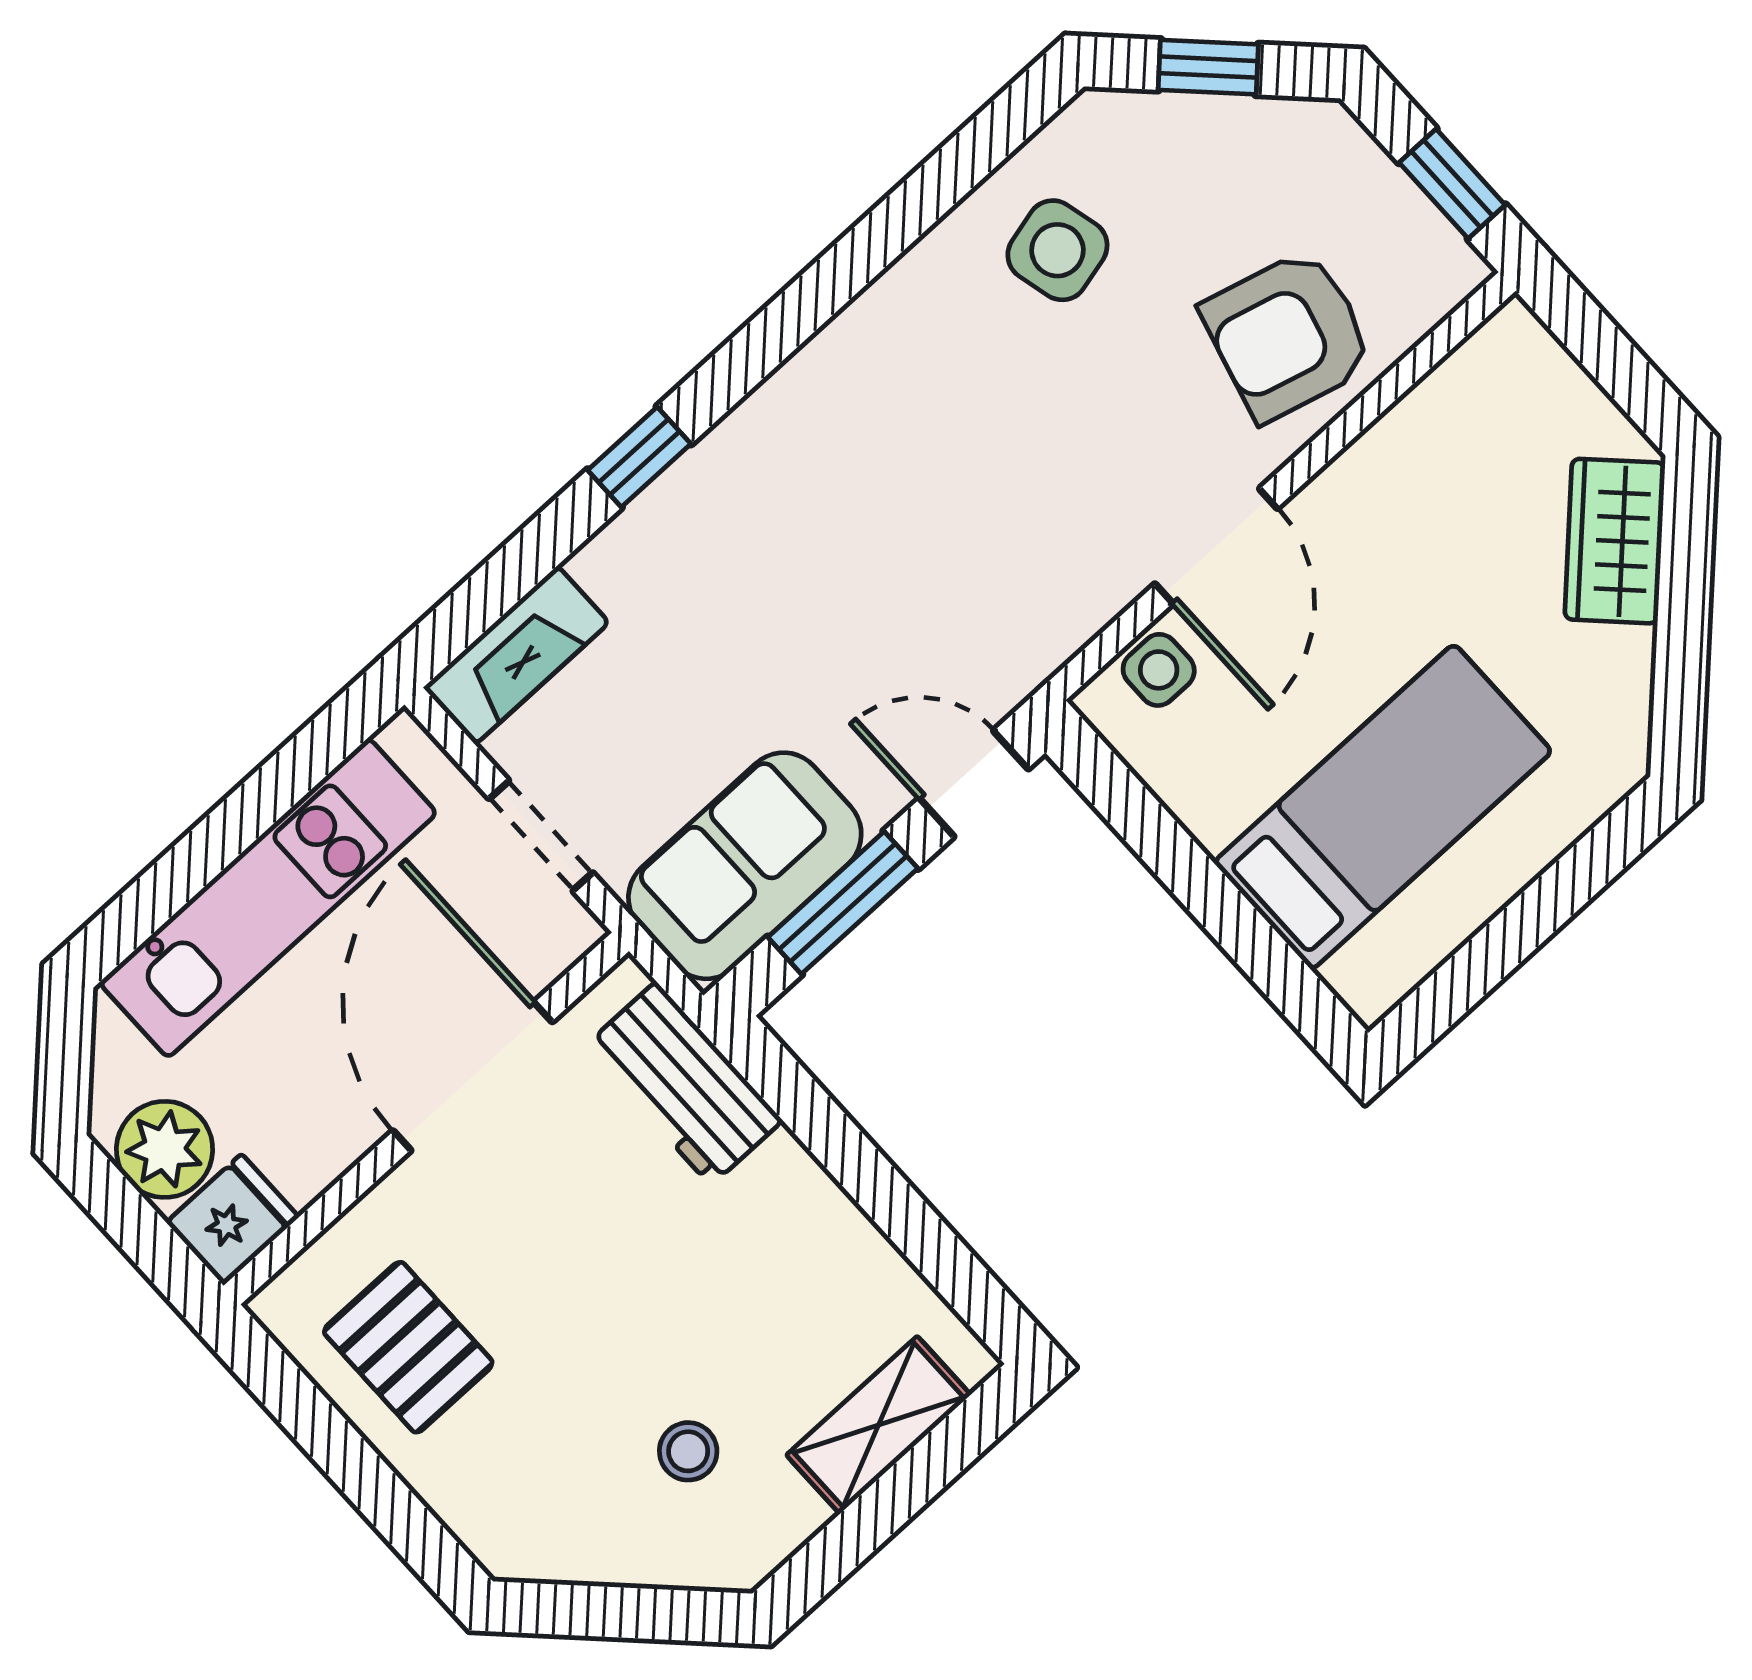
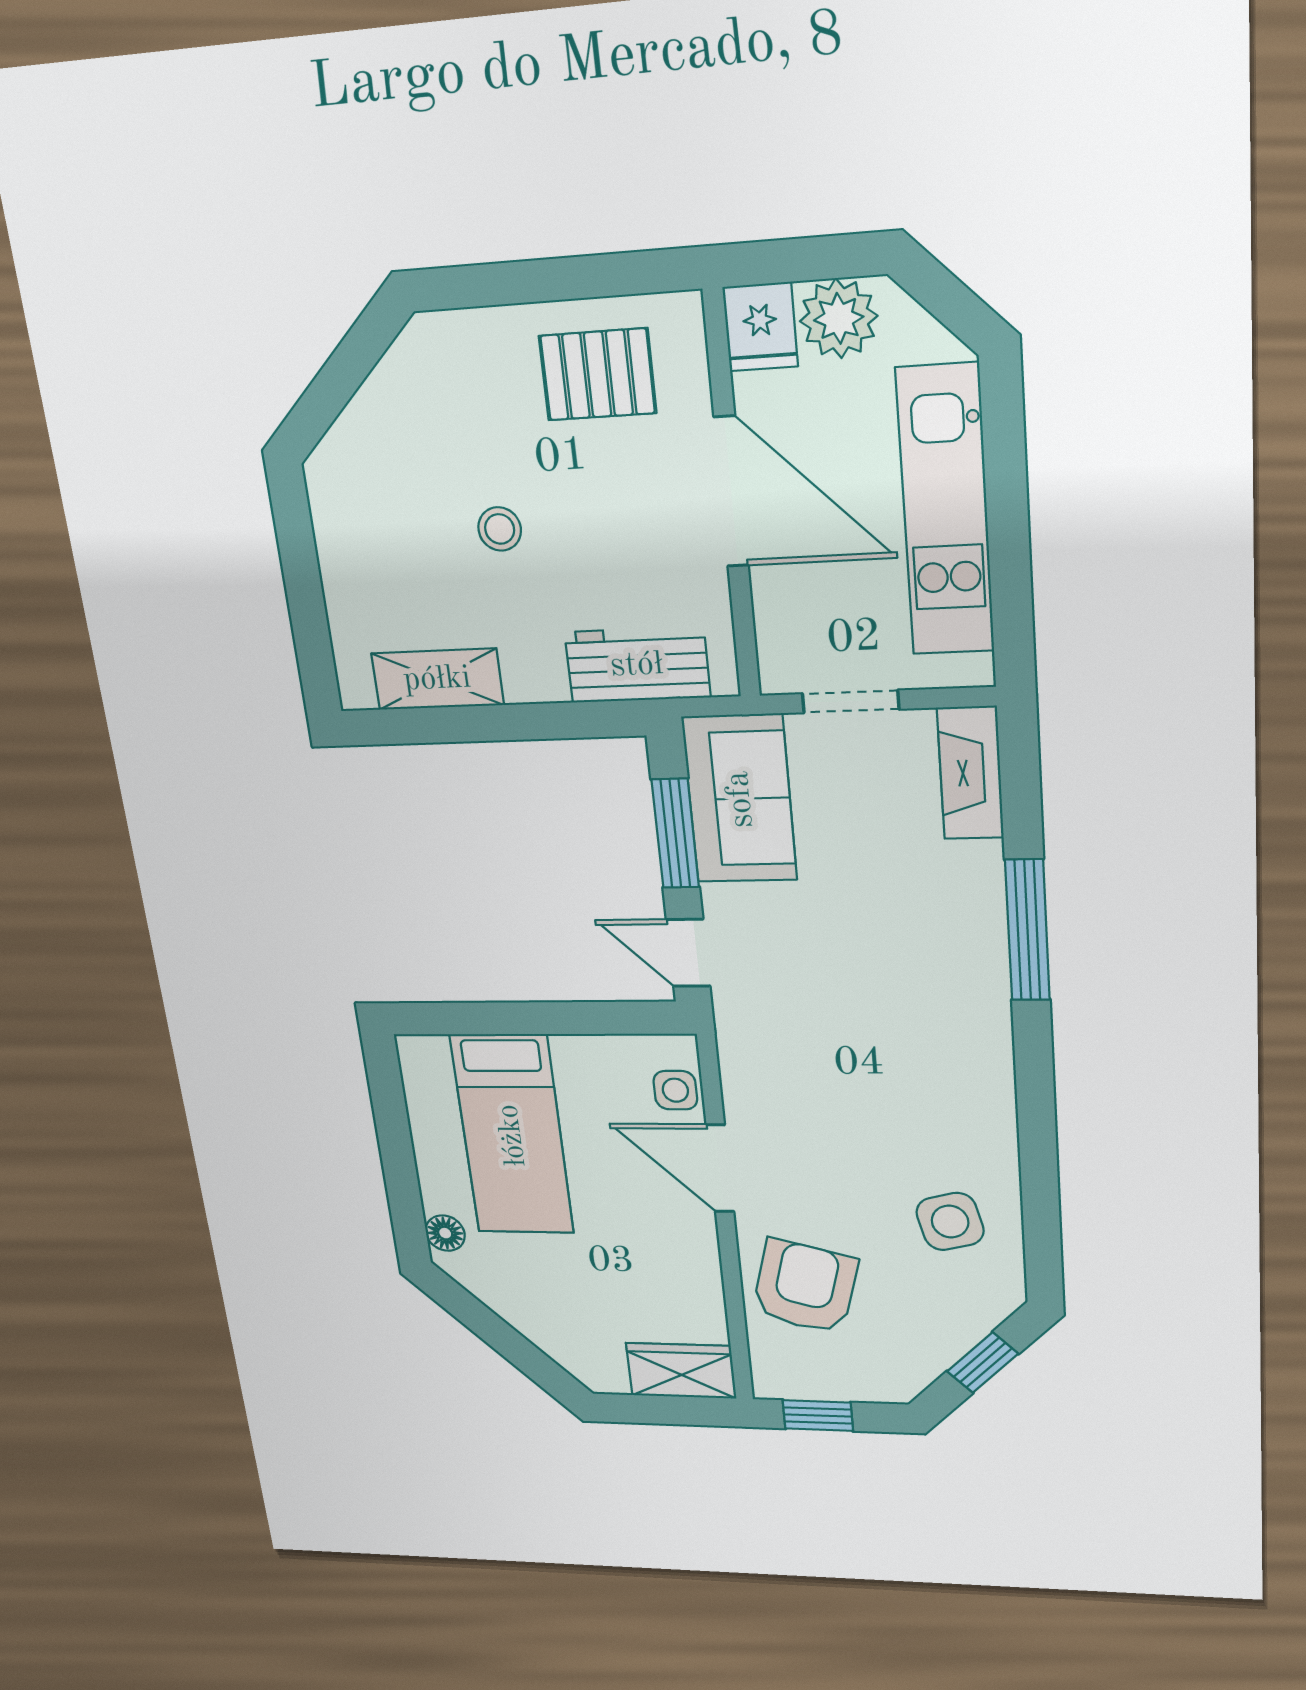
window: (639, 457) -> (1027, 930), width x2.17
wardrobe: (1615, 541) -> (681, 1371), moved, turned -45
door: (974, 784) -> (688, 953), swing flipped
floor lamp: (1592, 788) -> (445, 1233), added
door: (473, 1076) -> (731, 492), moved
shelving: (879, 1425) -> (437, 679), moved, turned 90
stool: (688, 1451) -> (500, 529), moved

